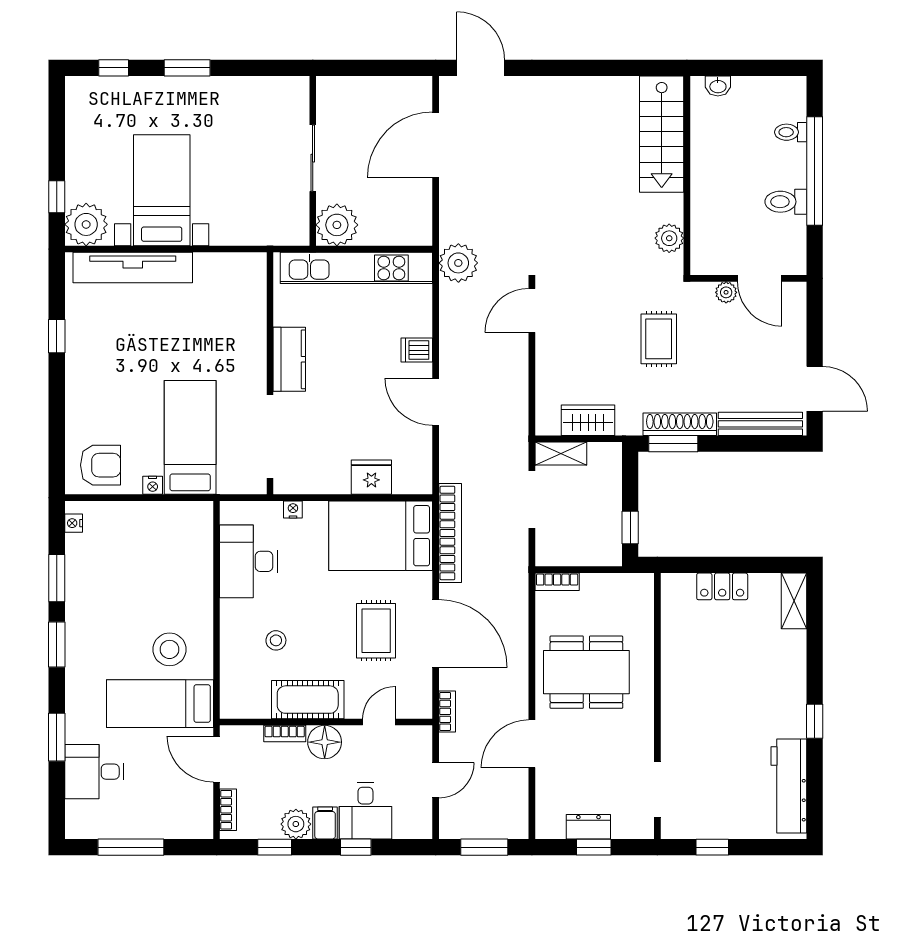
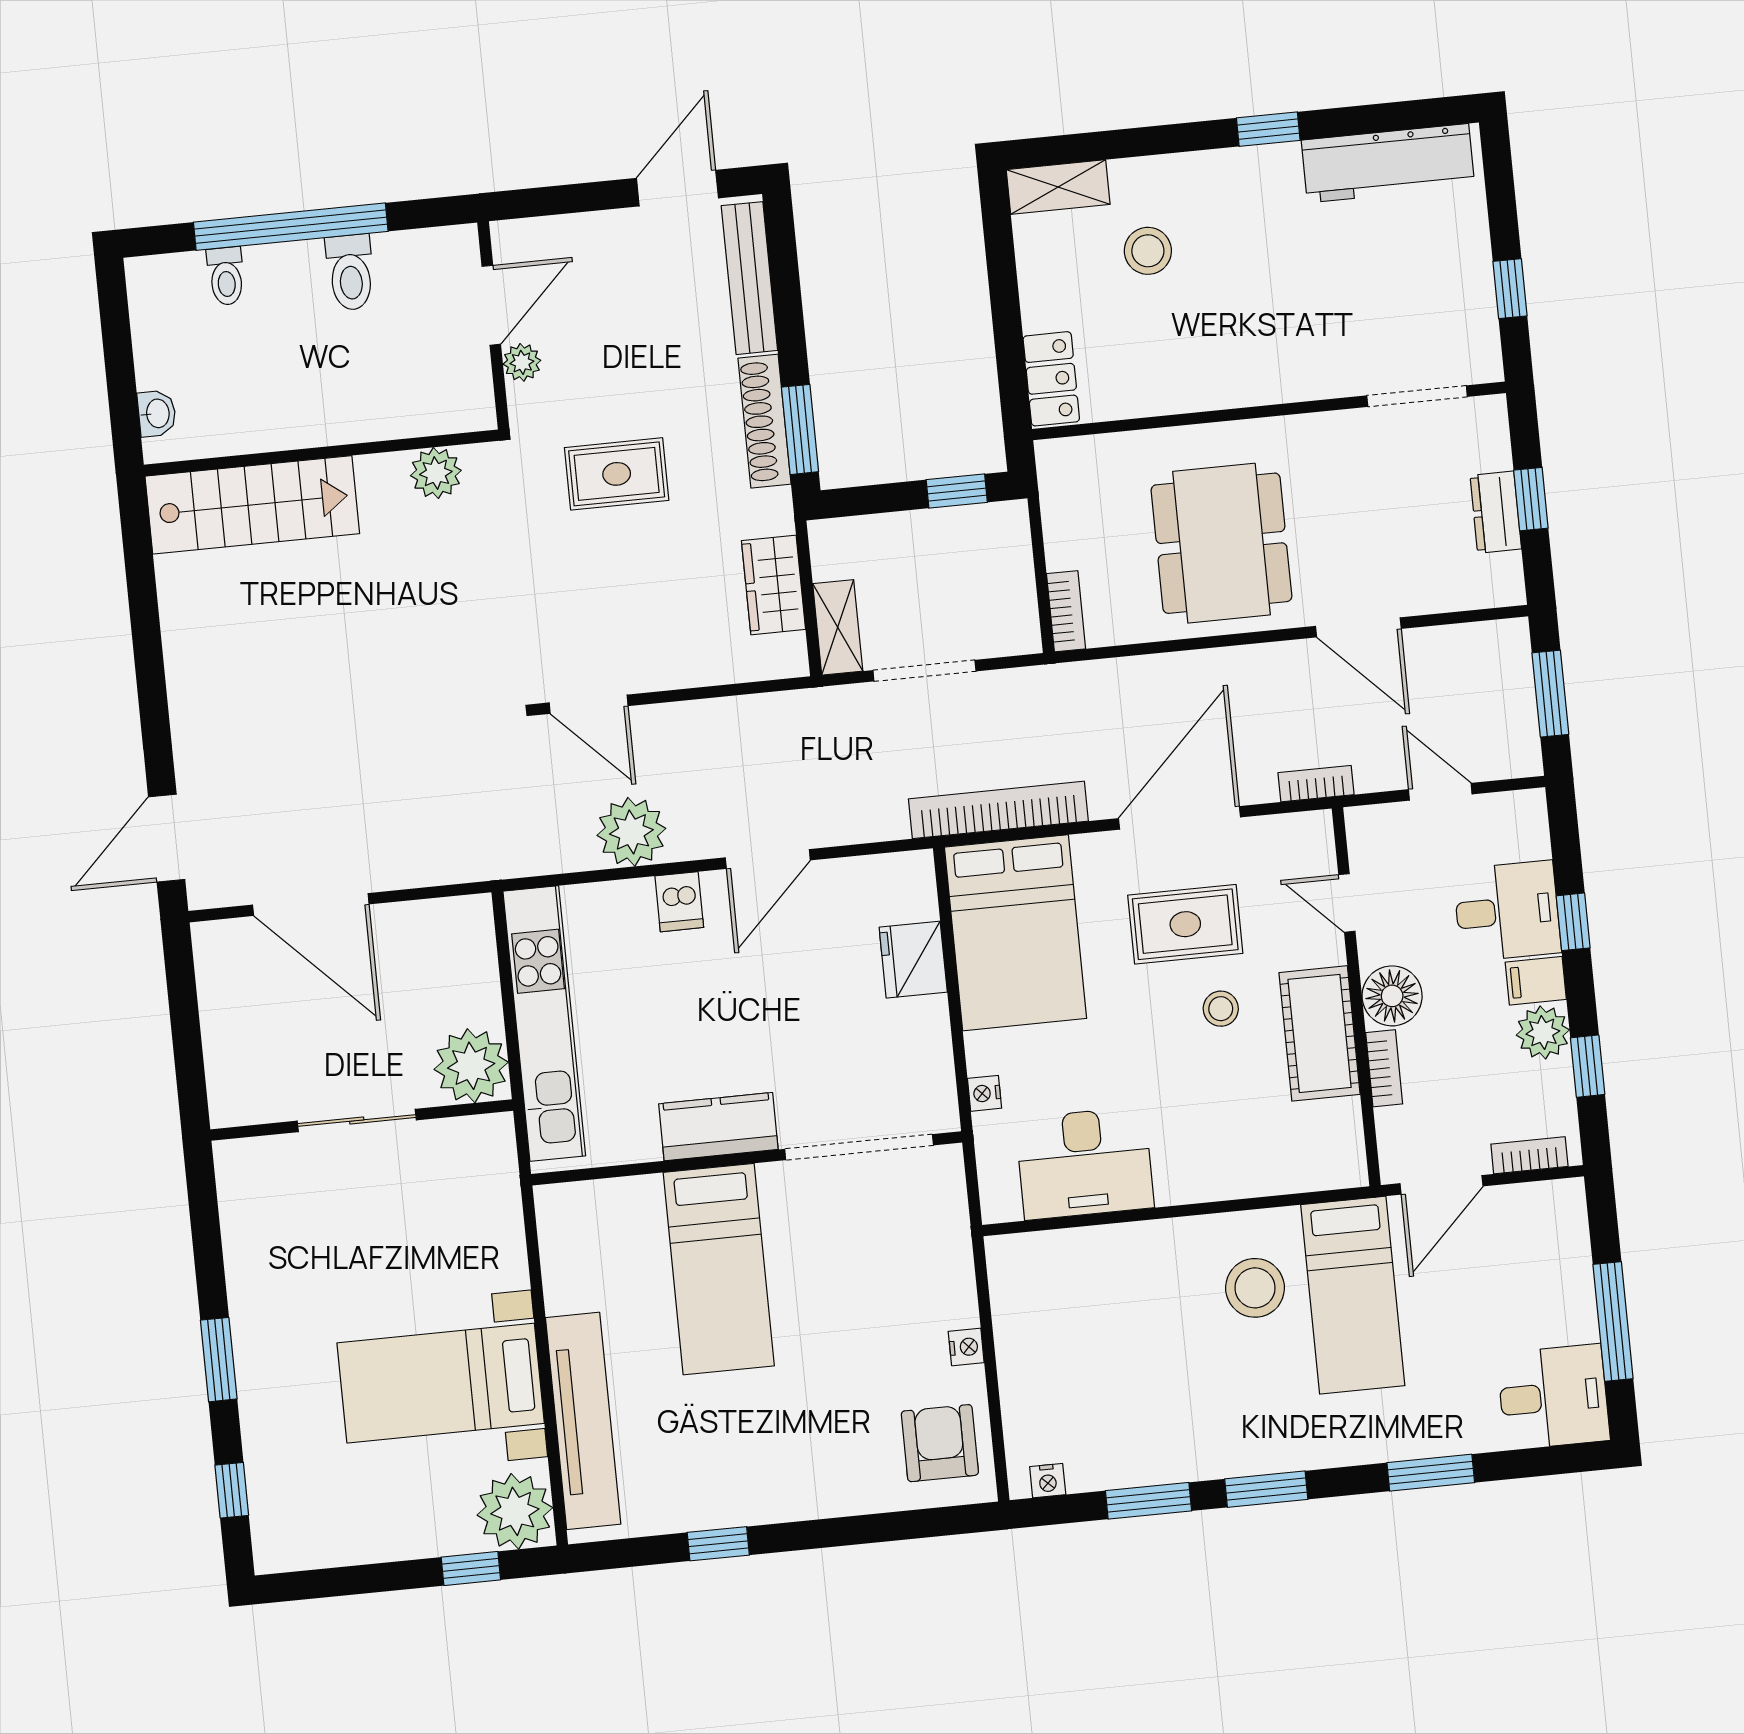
plant: (458, 263) -> (631, 832), moved
bed: (190, 437) -> (719, 1269), moved, turned -90
locker: (722, 586) -> (1051, 379), moved
stool: (276, 640) -> (1221, 1009), moved
stool: (753, 647) -> (1148, 251), added
desk: (94, 772) -> (1553, 1397), moved, turned -90

